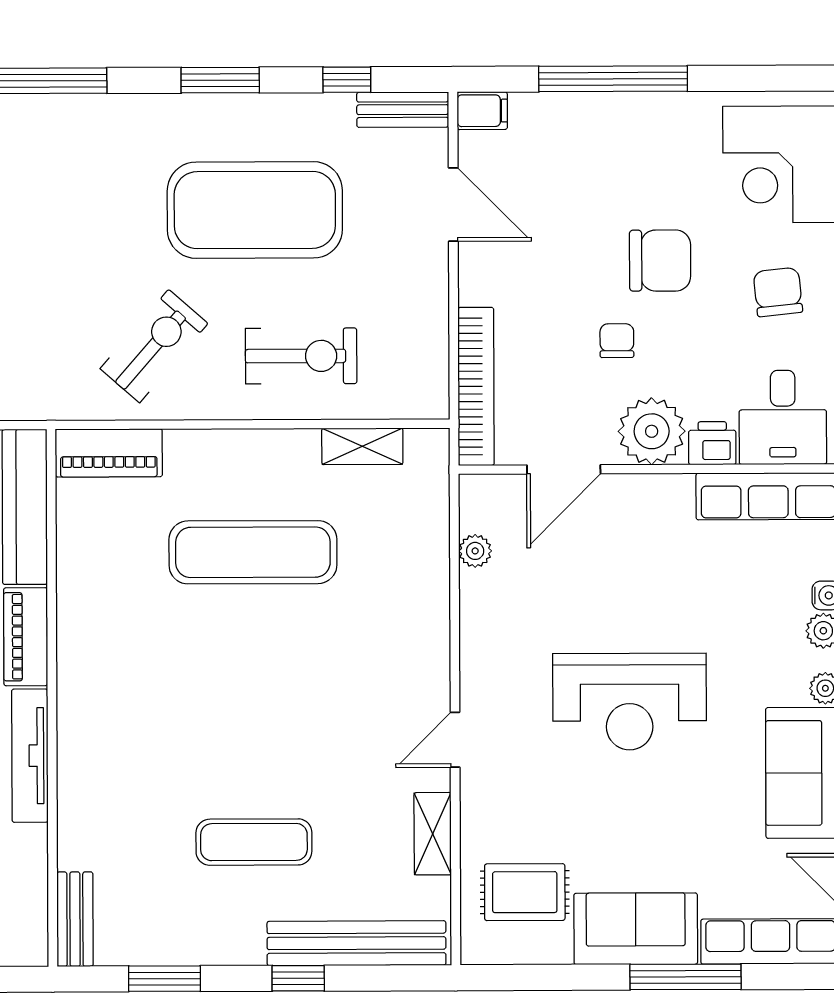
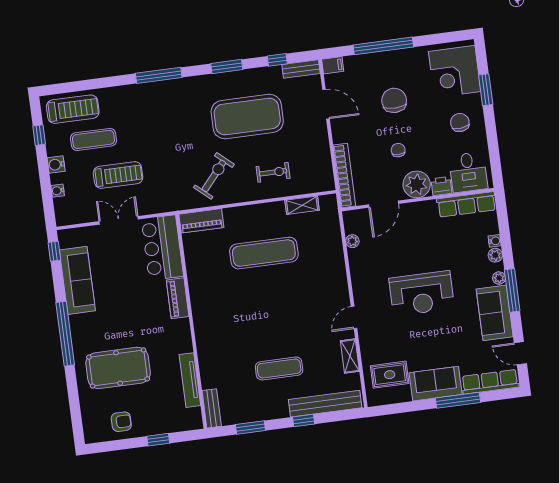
chair: (660, 261) -> (394, 100), moved, turned -90
exercise bike: (301, 356) -> (273, 172), width x0.73, depth x0.72
tv unit: (30, 756) -> (190, 380), moved

